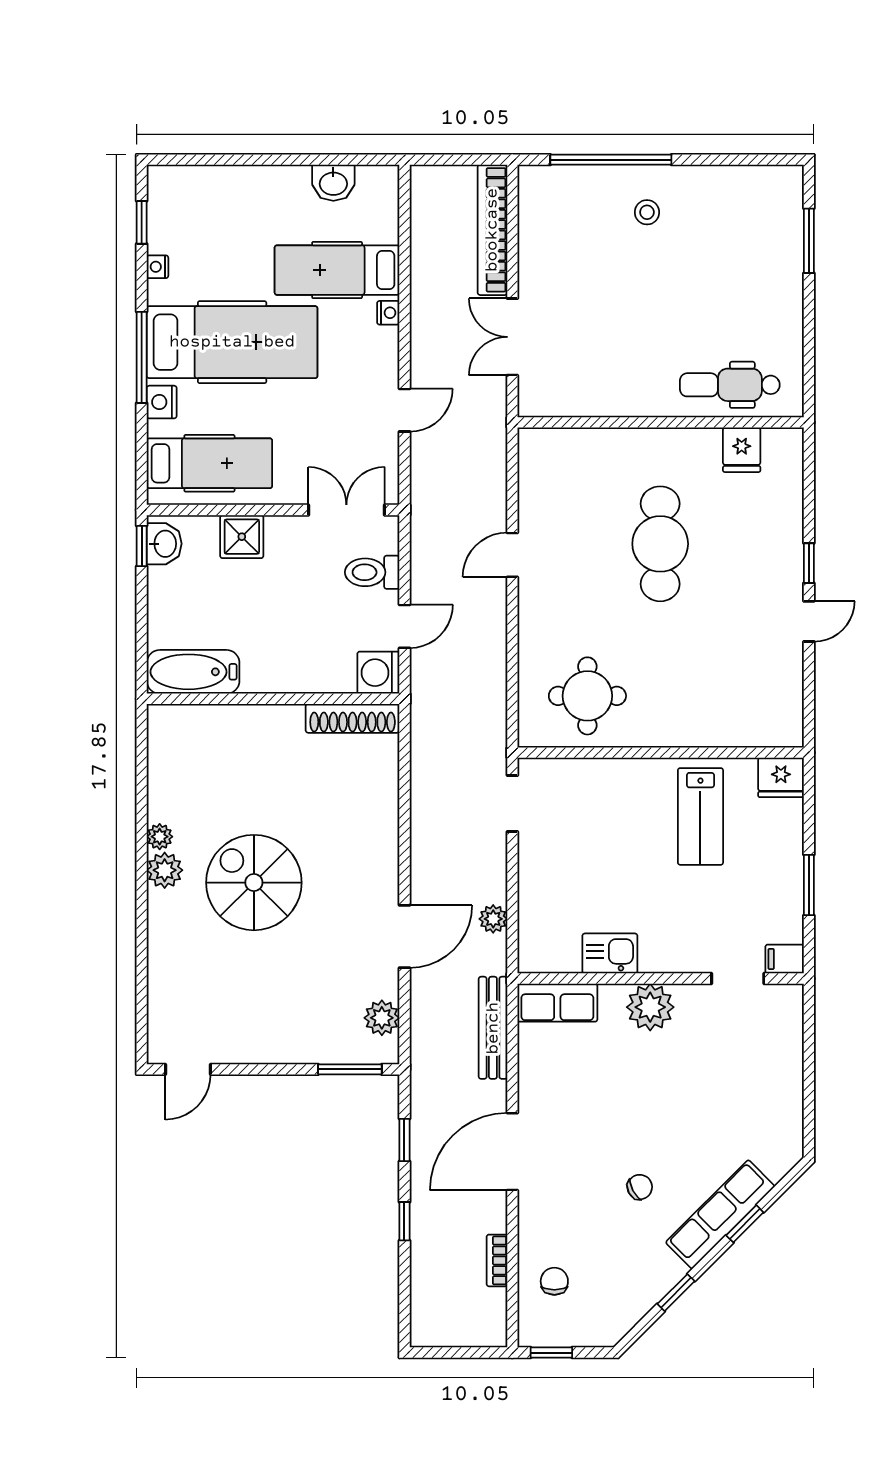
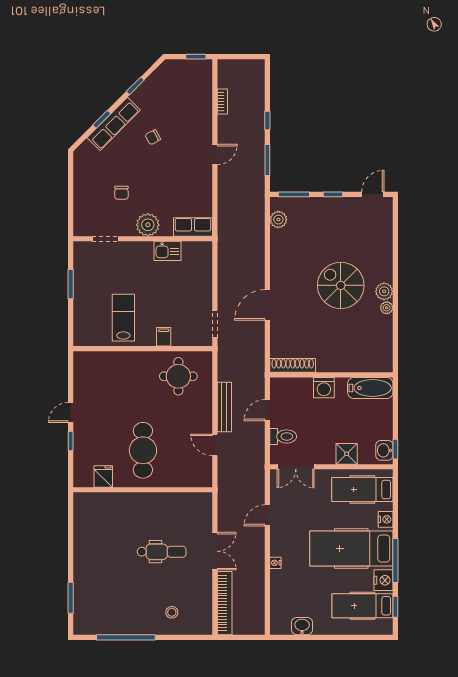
window: (611, 160) -> (126, 637), moved
stool: (647, 212) -> (172, 612), moved
nightstand: (157, 267) -> (383, 580), width x1.89, depth x1.79
hospital bed: (337, 270) -> (363, 606), moved, turned 180
window: (142, 357) -> (395, 561), moved
dental chair: (730, 385) -> (162, 552), moved
wall: (661, 422) -> (143, 490), moved
fridge: (742, 450) -> (103, 476), moved
door: (512, 555) -> (215, 445), swing flipped
washing machine: (378, 673) -> (324, 388), moved, turned 90
fridge: (781, 777) -> (84, 337), removed
spiral stairs: (254, 883) -> (341, 285), turned 180
plant: (493, 919) -> (224, 268), removed
door: (404, 937) -> (267, 305), moved
filing cabinet: (785, 959) -> (164, 337), moved, turned -90
bench: (493, 1028) -> (224, 407), moved
window: (270, 1069) -> (333, 194), added
window: (404, 1140) -> (267, 160), width x1.50
door: (512, 1152) -> (215, 154), width x0.53
chair: (554, 1281) -> (121, 193), moved

